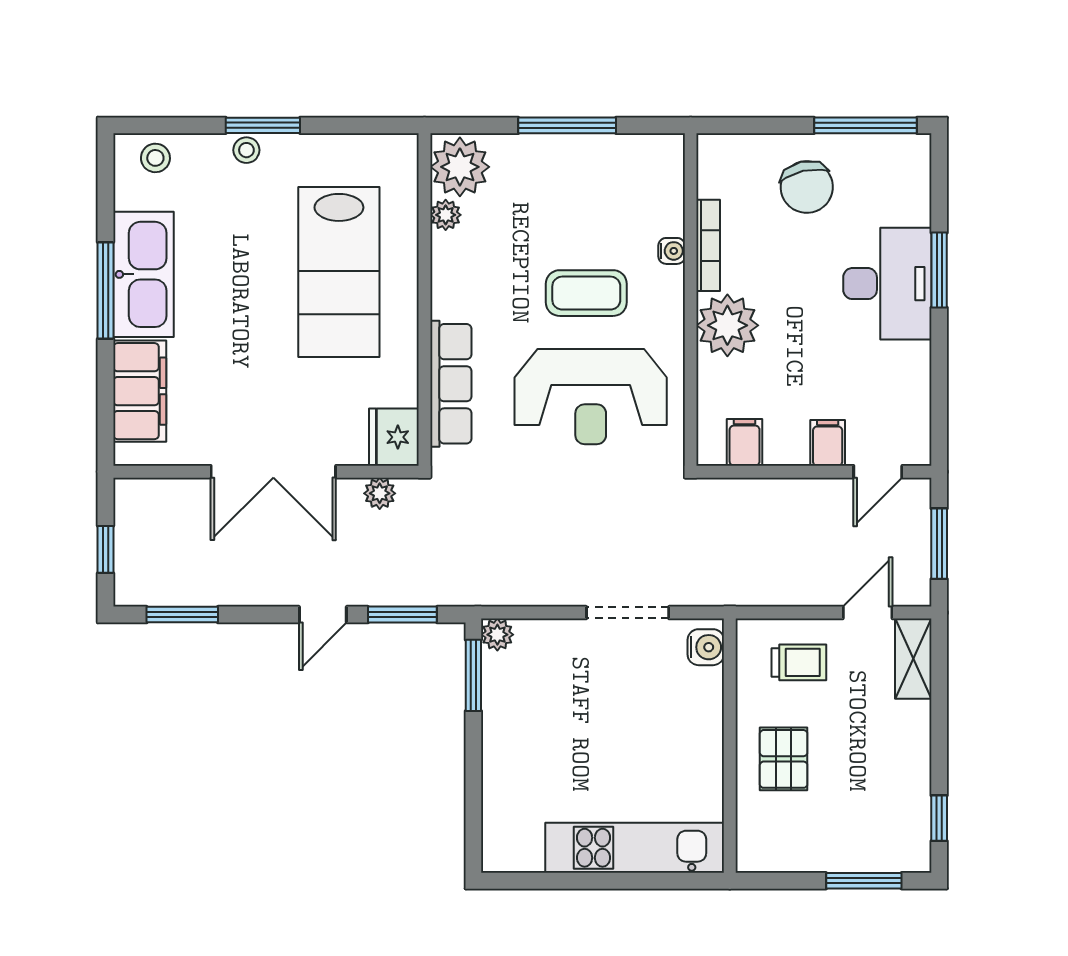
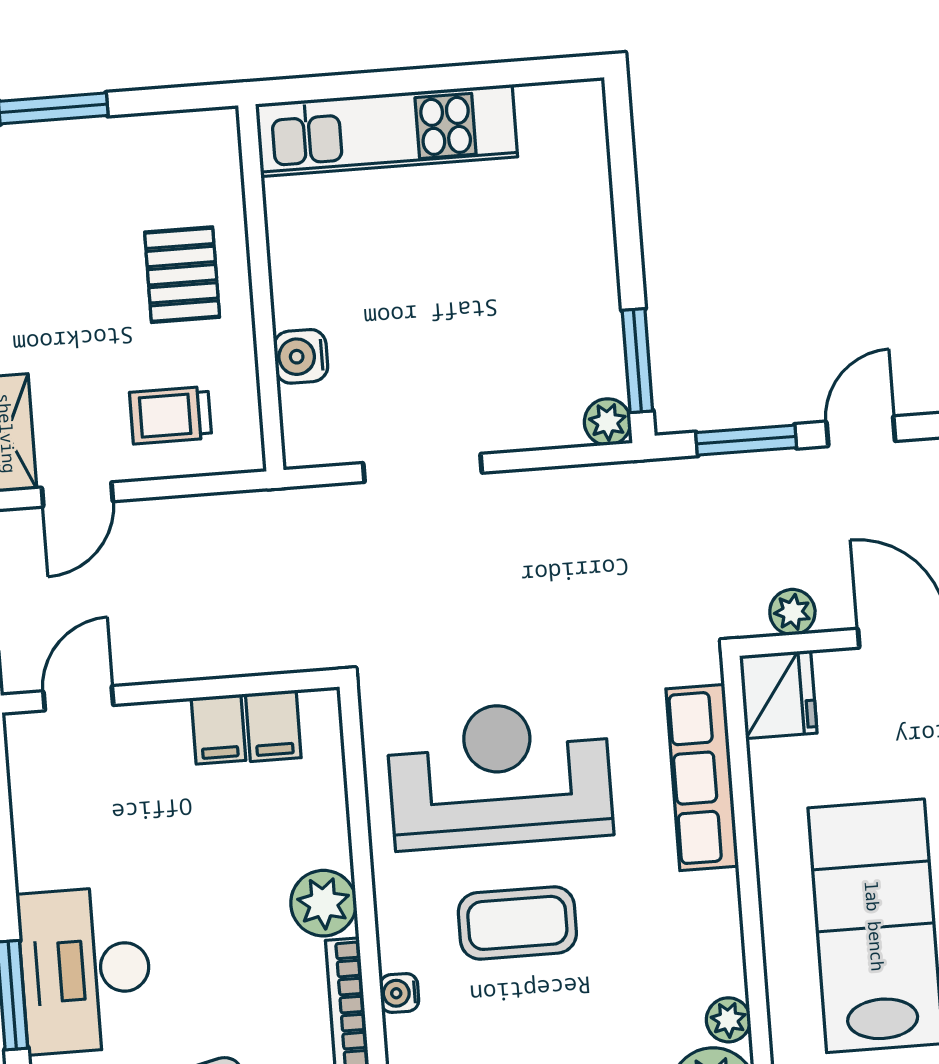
plant: (727, 325) -> (323, 903), width x0.73, depth x0.73
filing cabinet: (828, 443) -> (218, 729), moved
water cooler: (706, 647) -> (301, 356), moved

